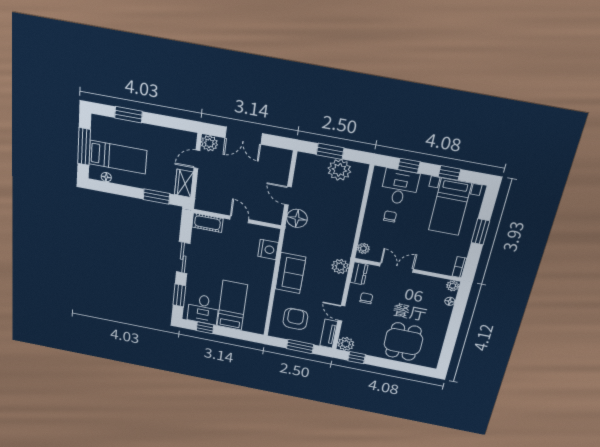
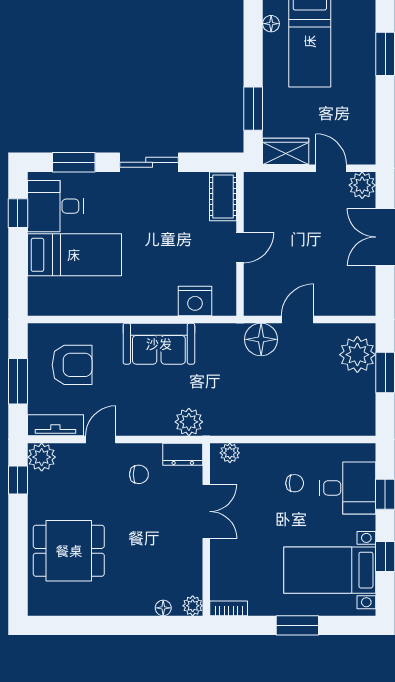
plant: (339, 170) -> (357, 355), moved

